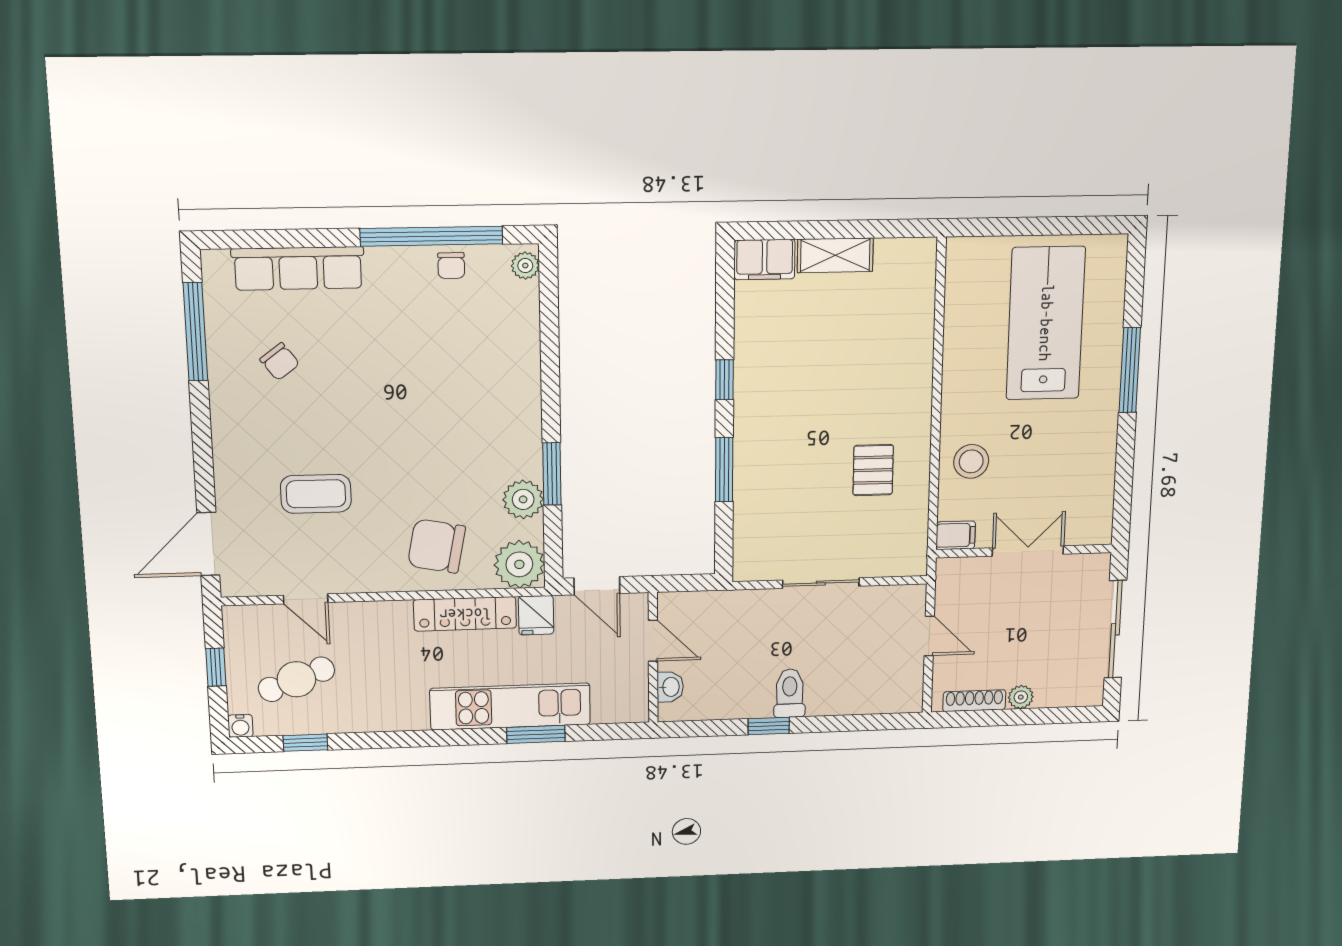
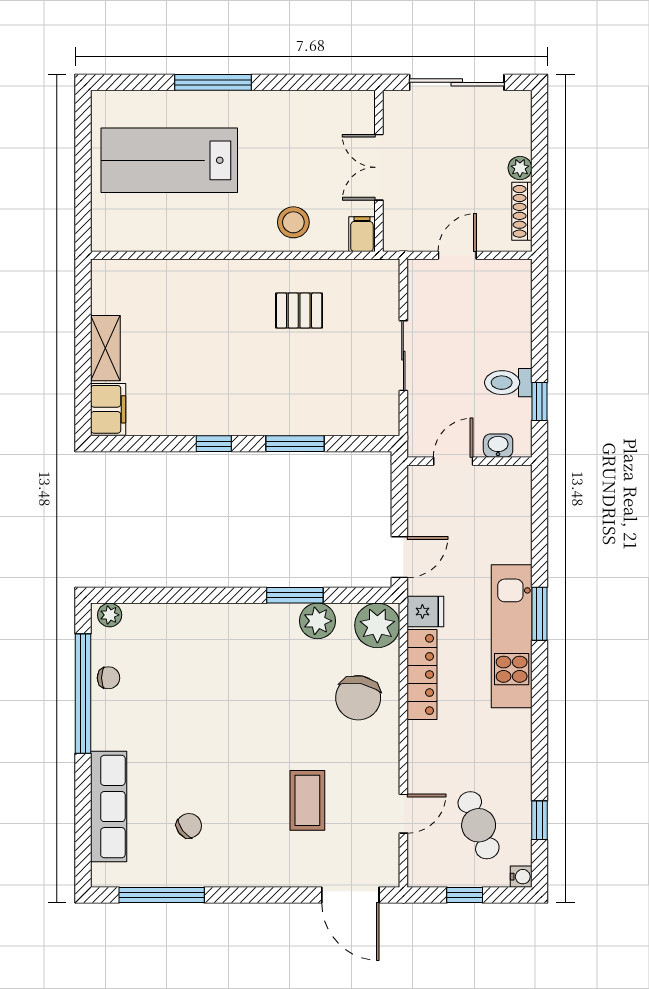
door: (653, 641) -> (453, 461), moved
wall: (653, 658) -> (469, 461), moved
washbasin: (670, 687) -> (498, 446), moved

